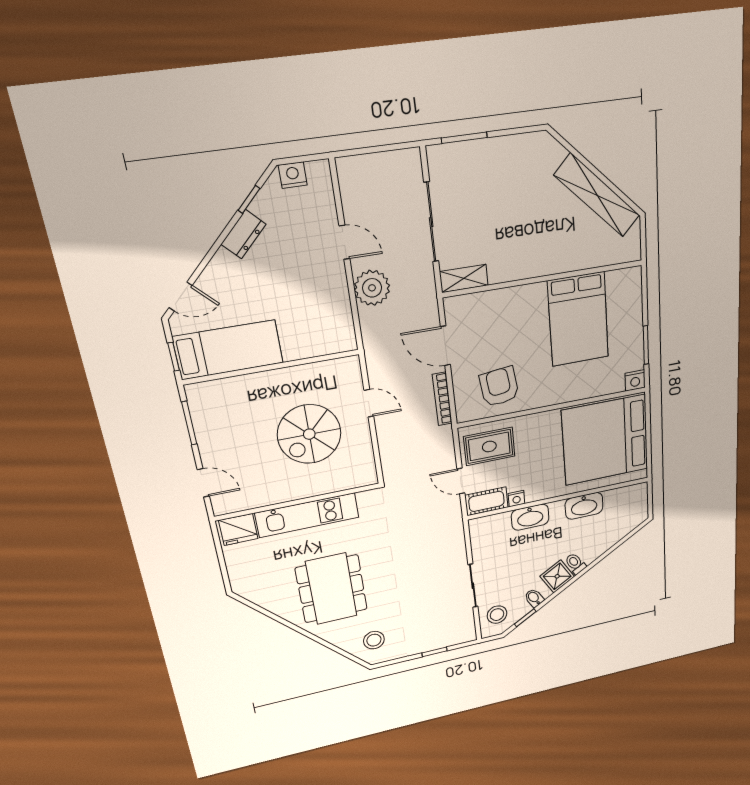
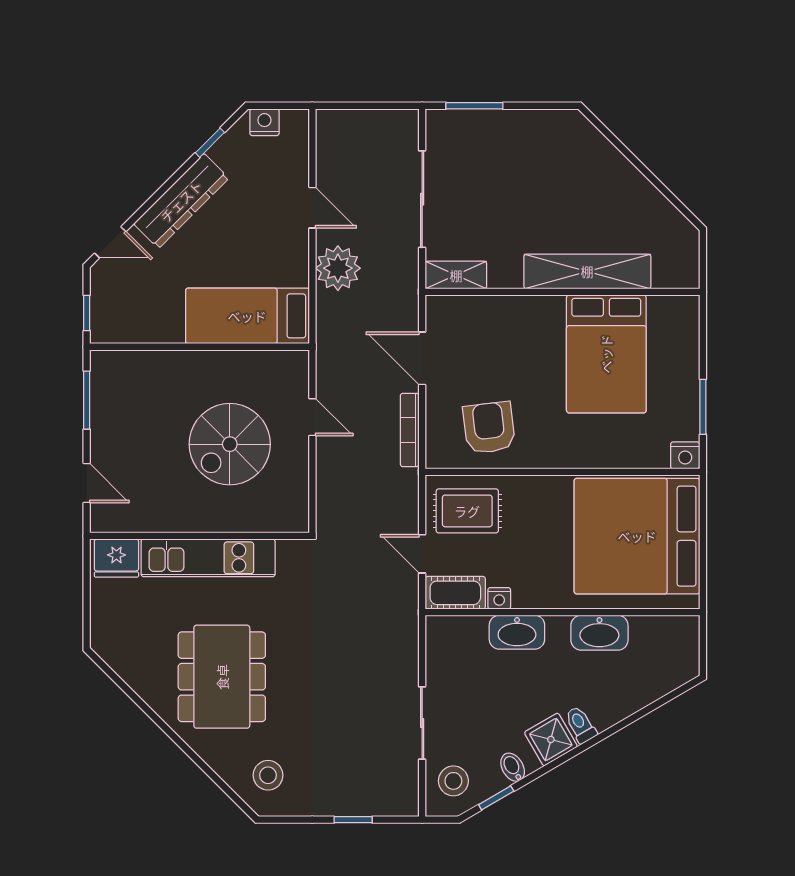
shelving: (597, 195) -> (587, 271), moved, turned -45
dresser: (243, 234) -> (181, 201), width x1.96, depth x1.24
bed: (228, 350) -> (247, 316), moved, turned 180

